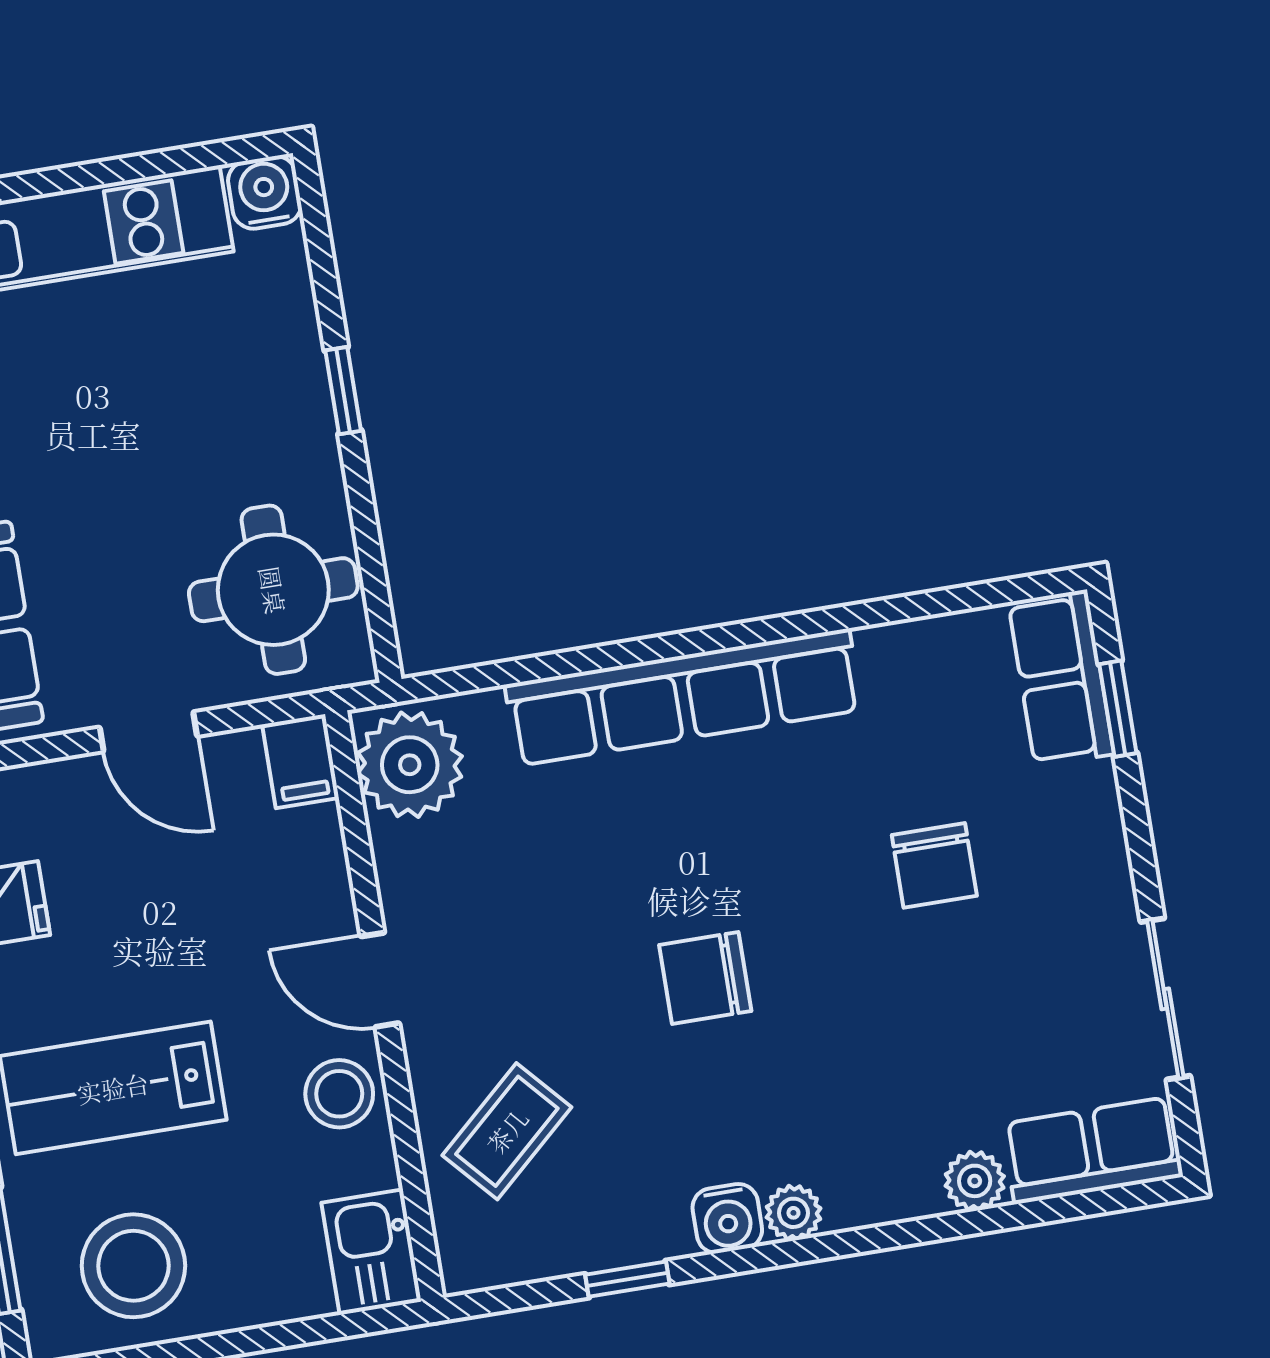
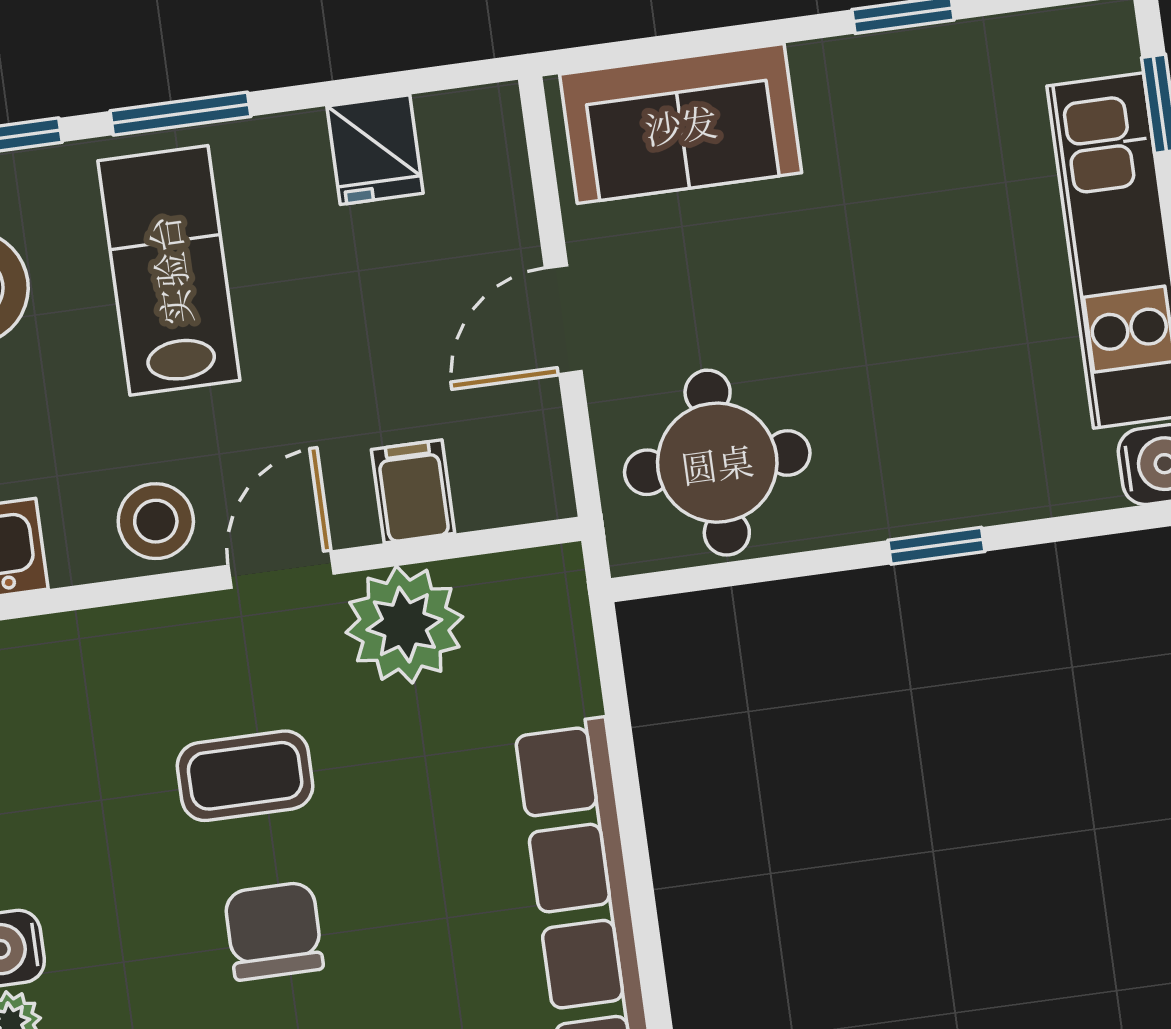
filing cabinet: (301, 761) -> (413, 491), moved, turned 90
plant: (410, 765) -> (404, 625), moved
coffee table: (507, 1131) -> (245, 776), moved, turned -48

